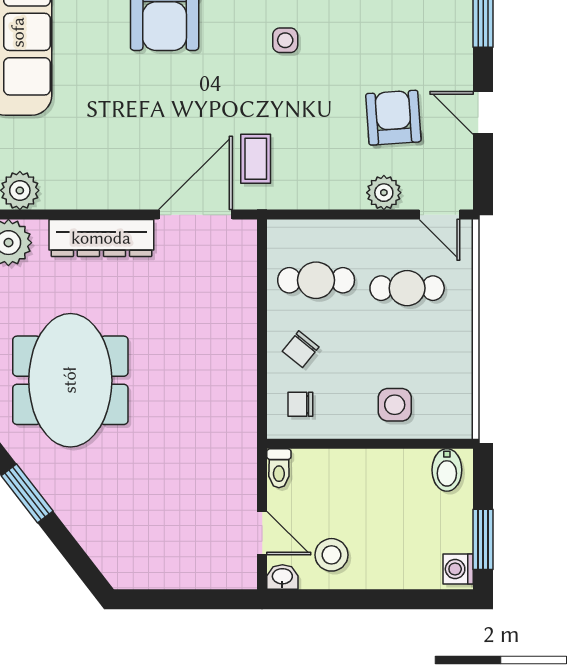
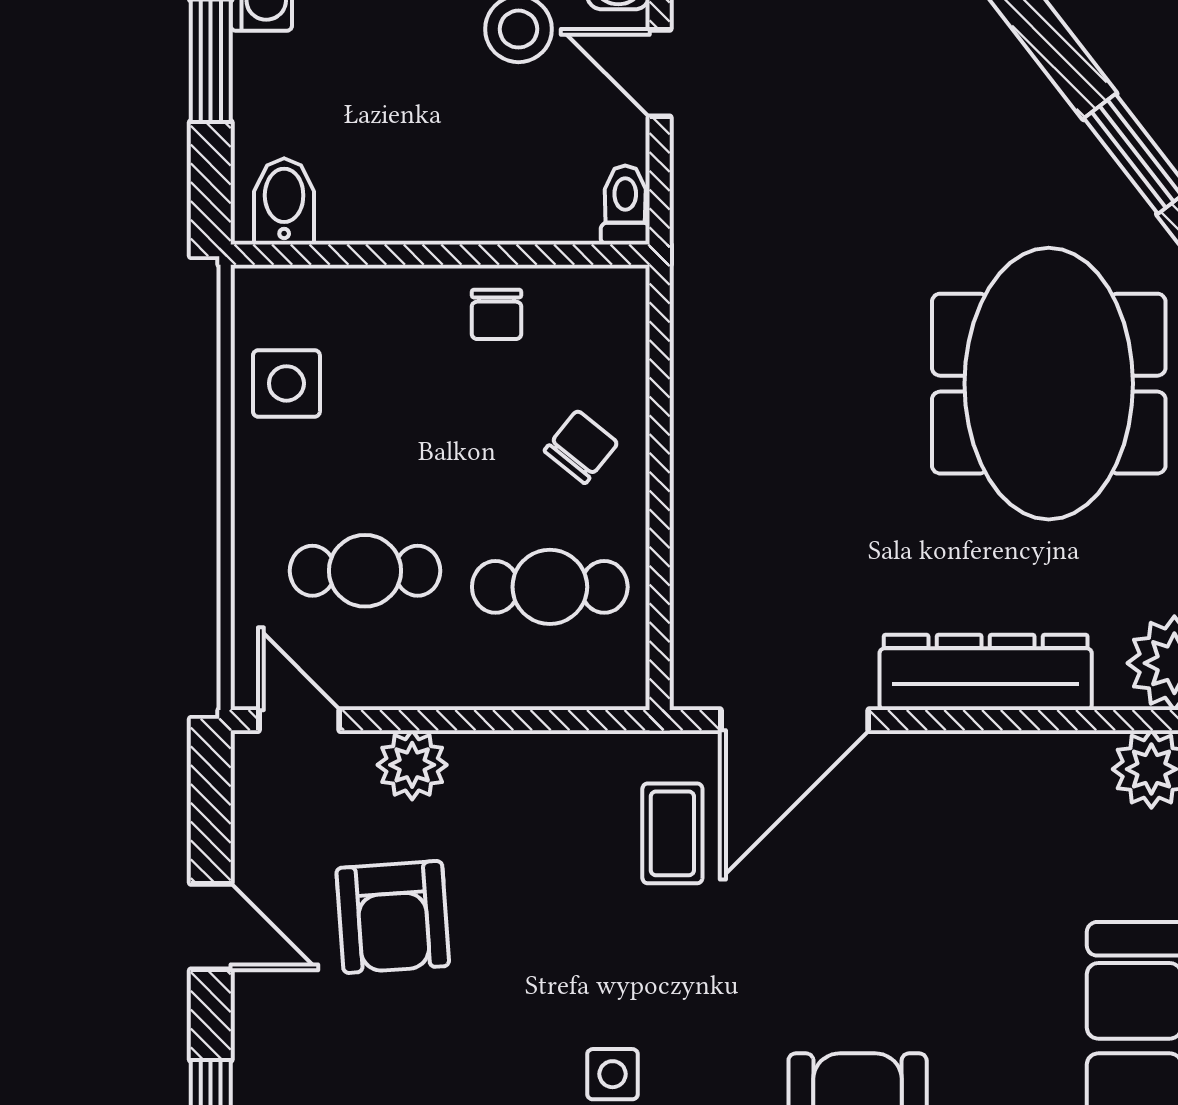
chair: (300, 404) -> (497, 314), moved, turned 90
side table: (395, 405) -> (286, 383), moved

